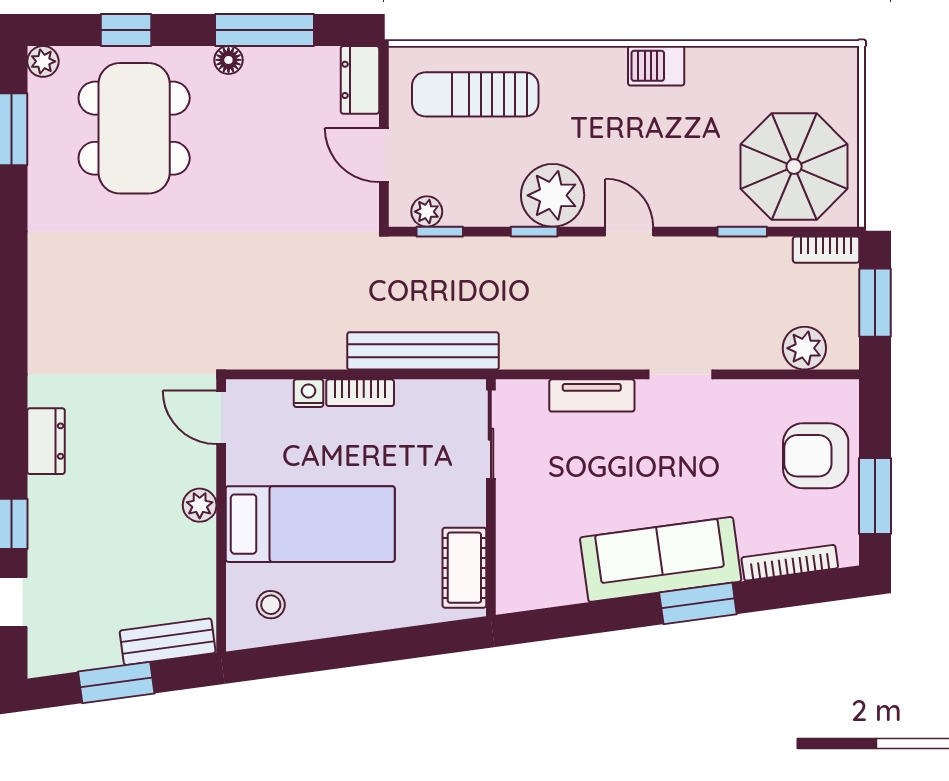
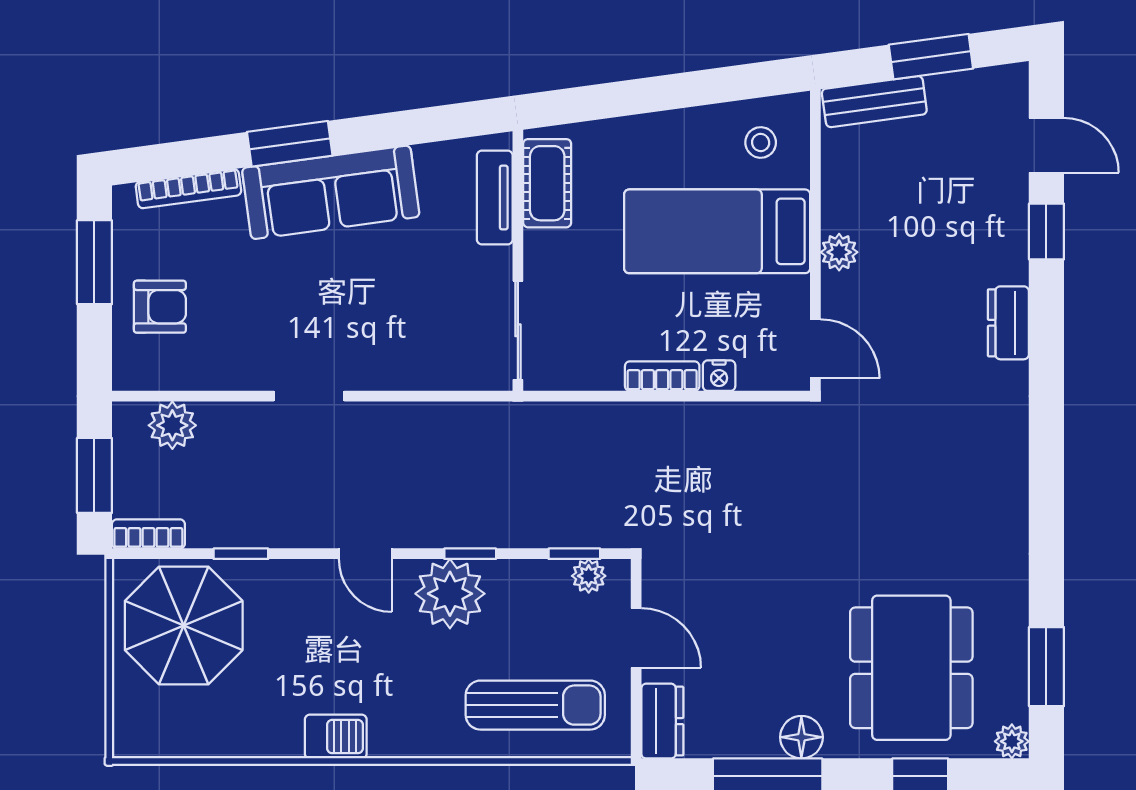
floor lamp: (228, 60) -> (801, 737), width x1.37, depth x1.37
bench: (423, 351) -> (593, 422), removed
tv unit: (592, 395) -> (495, 197), moved, turned -90
armchair: (816, 456) -> (160, 307), width x0.72, depth x0.72

